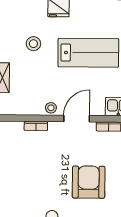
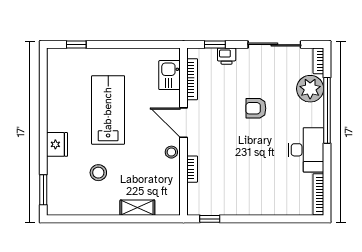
armchair: (89, 182) -> (256, 108), width x0.53, depth x0.53

